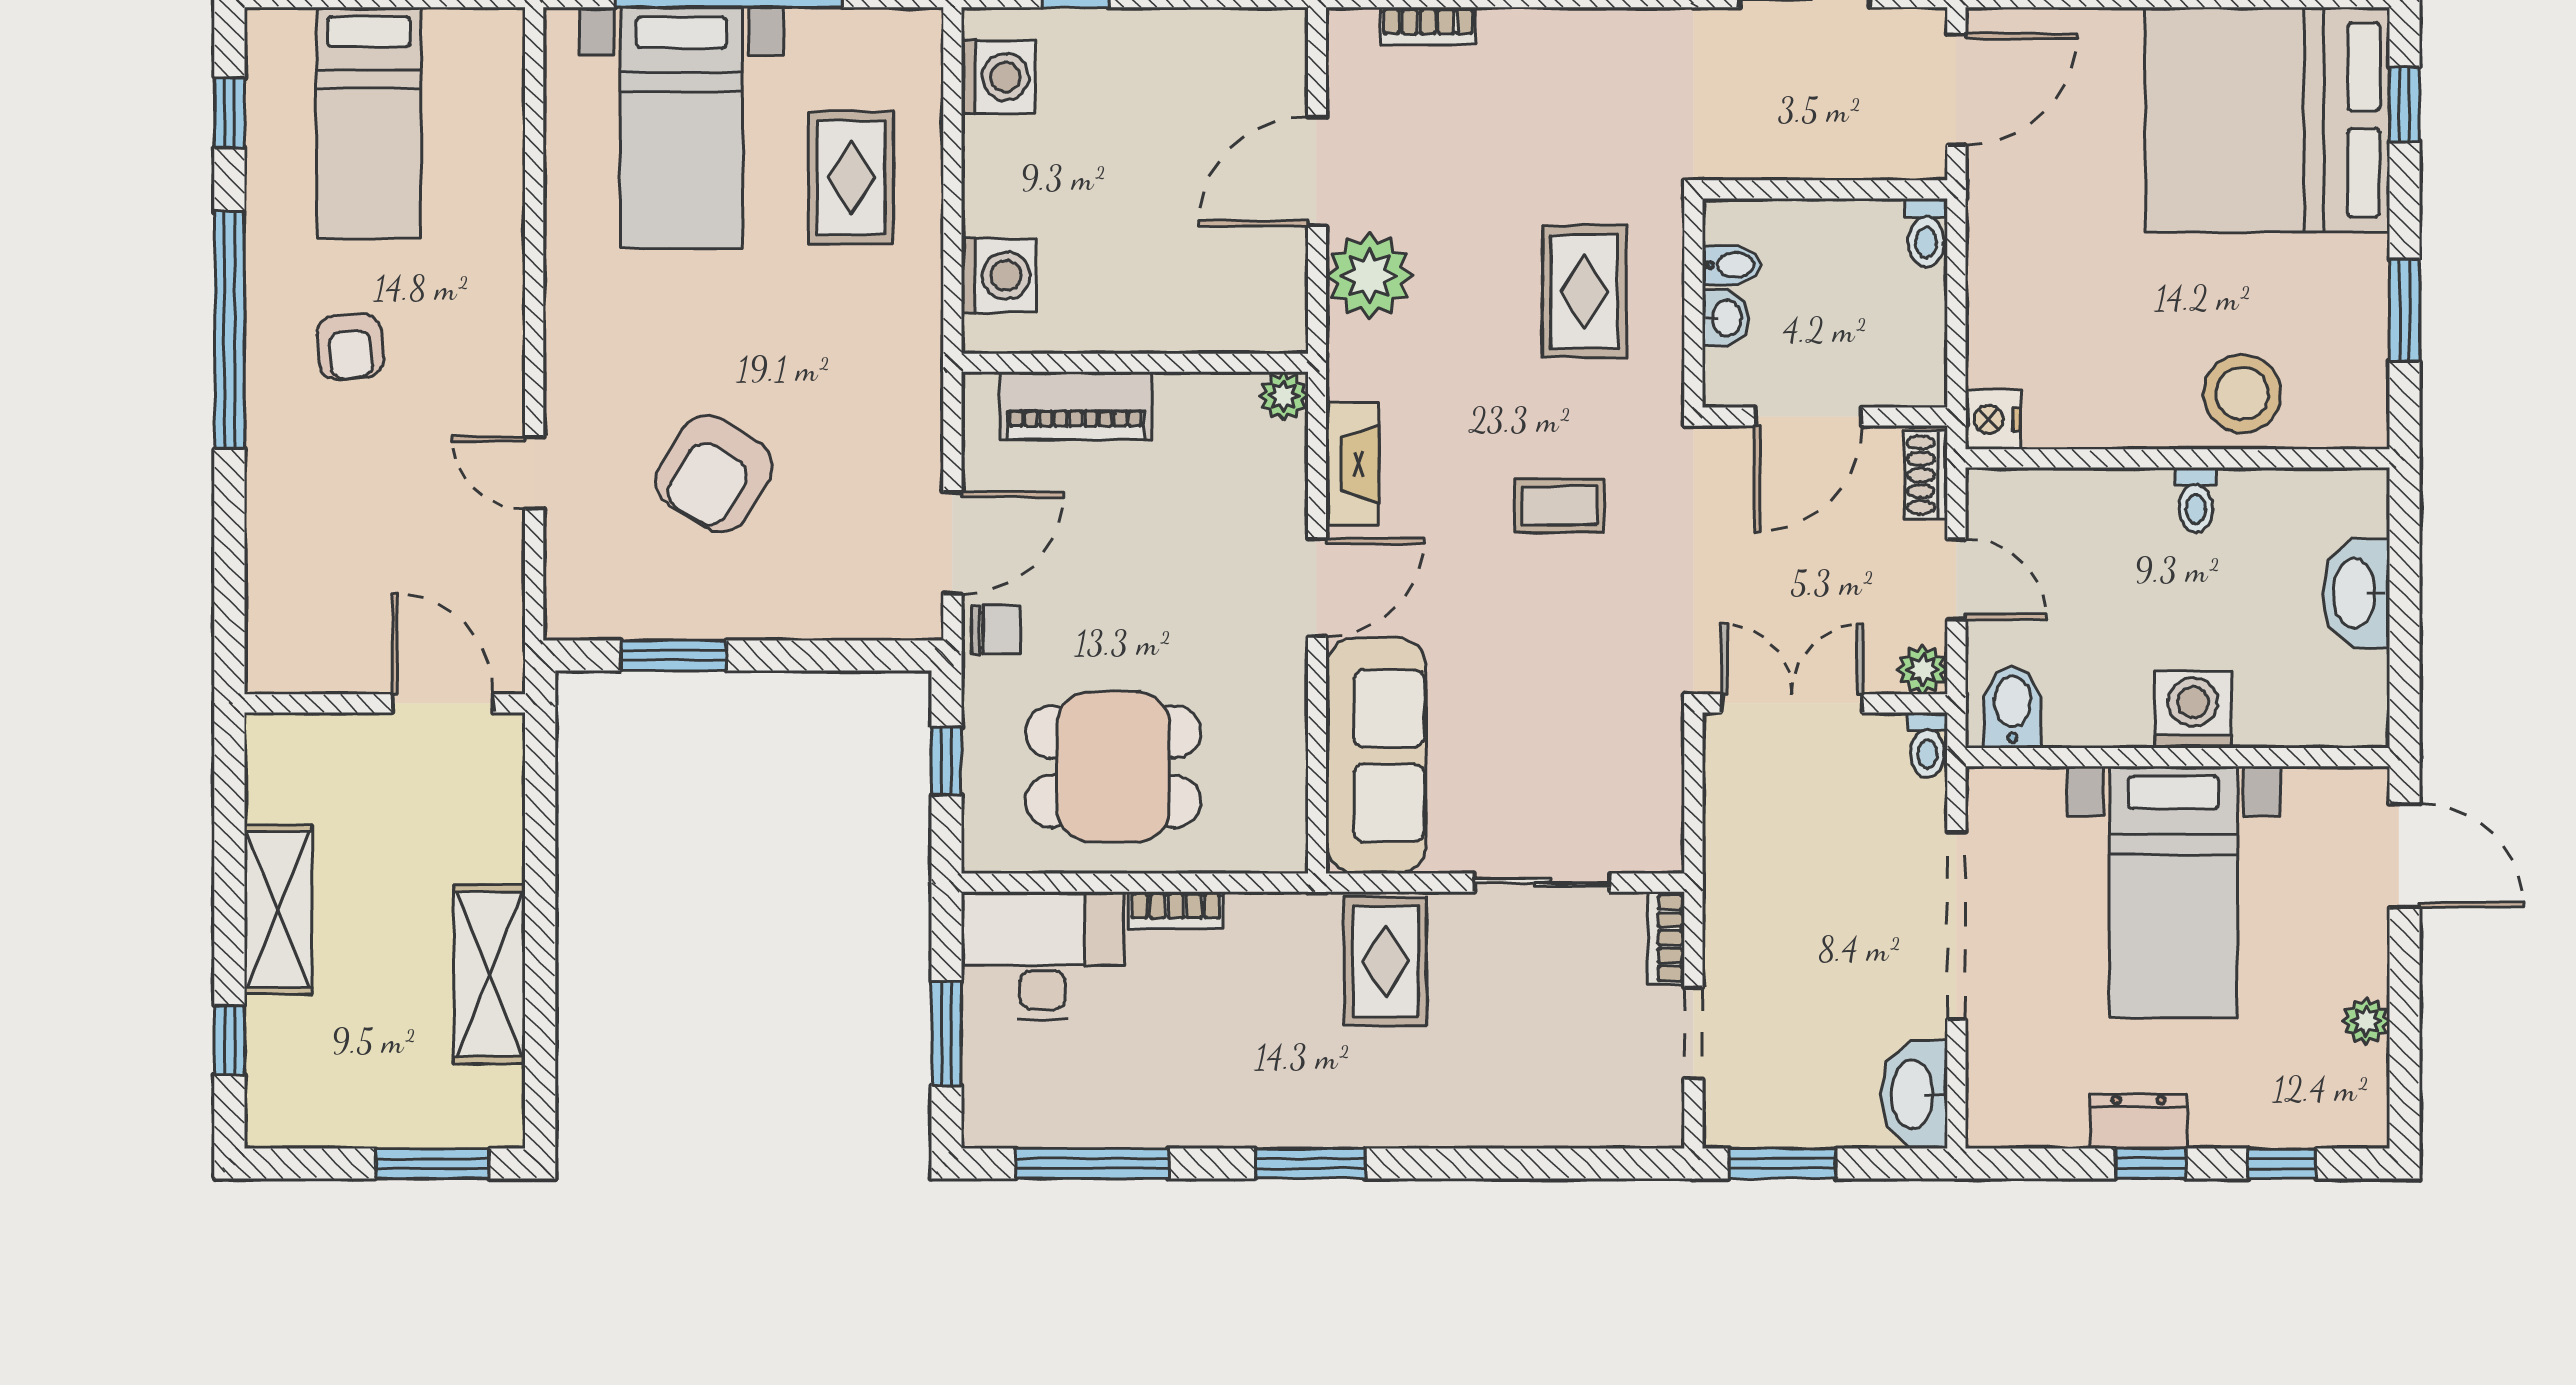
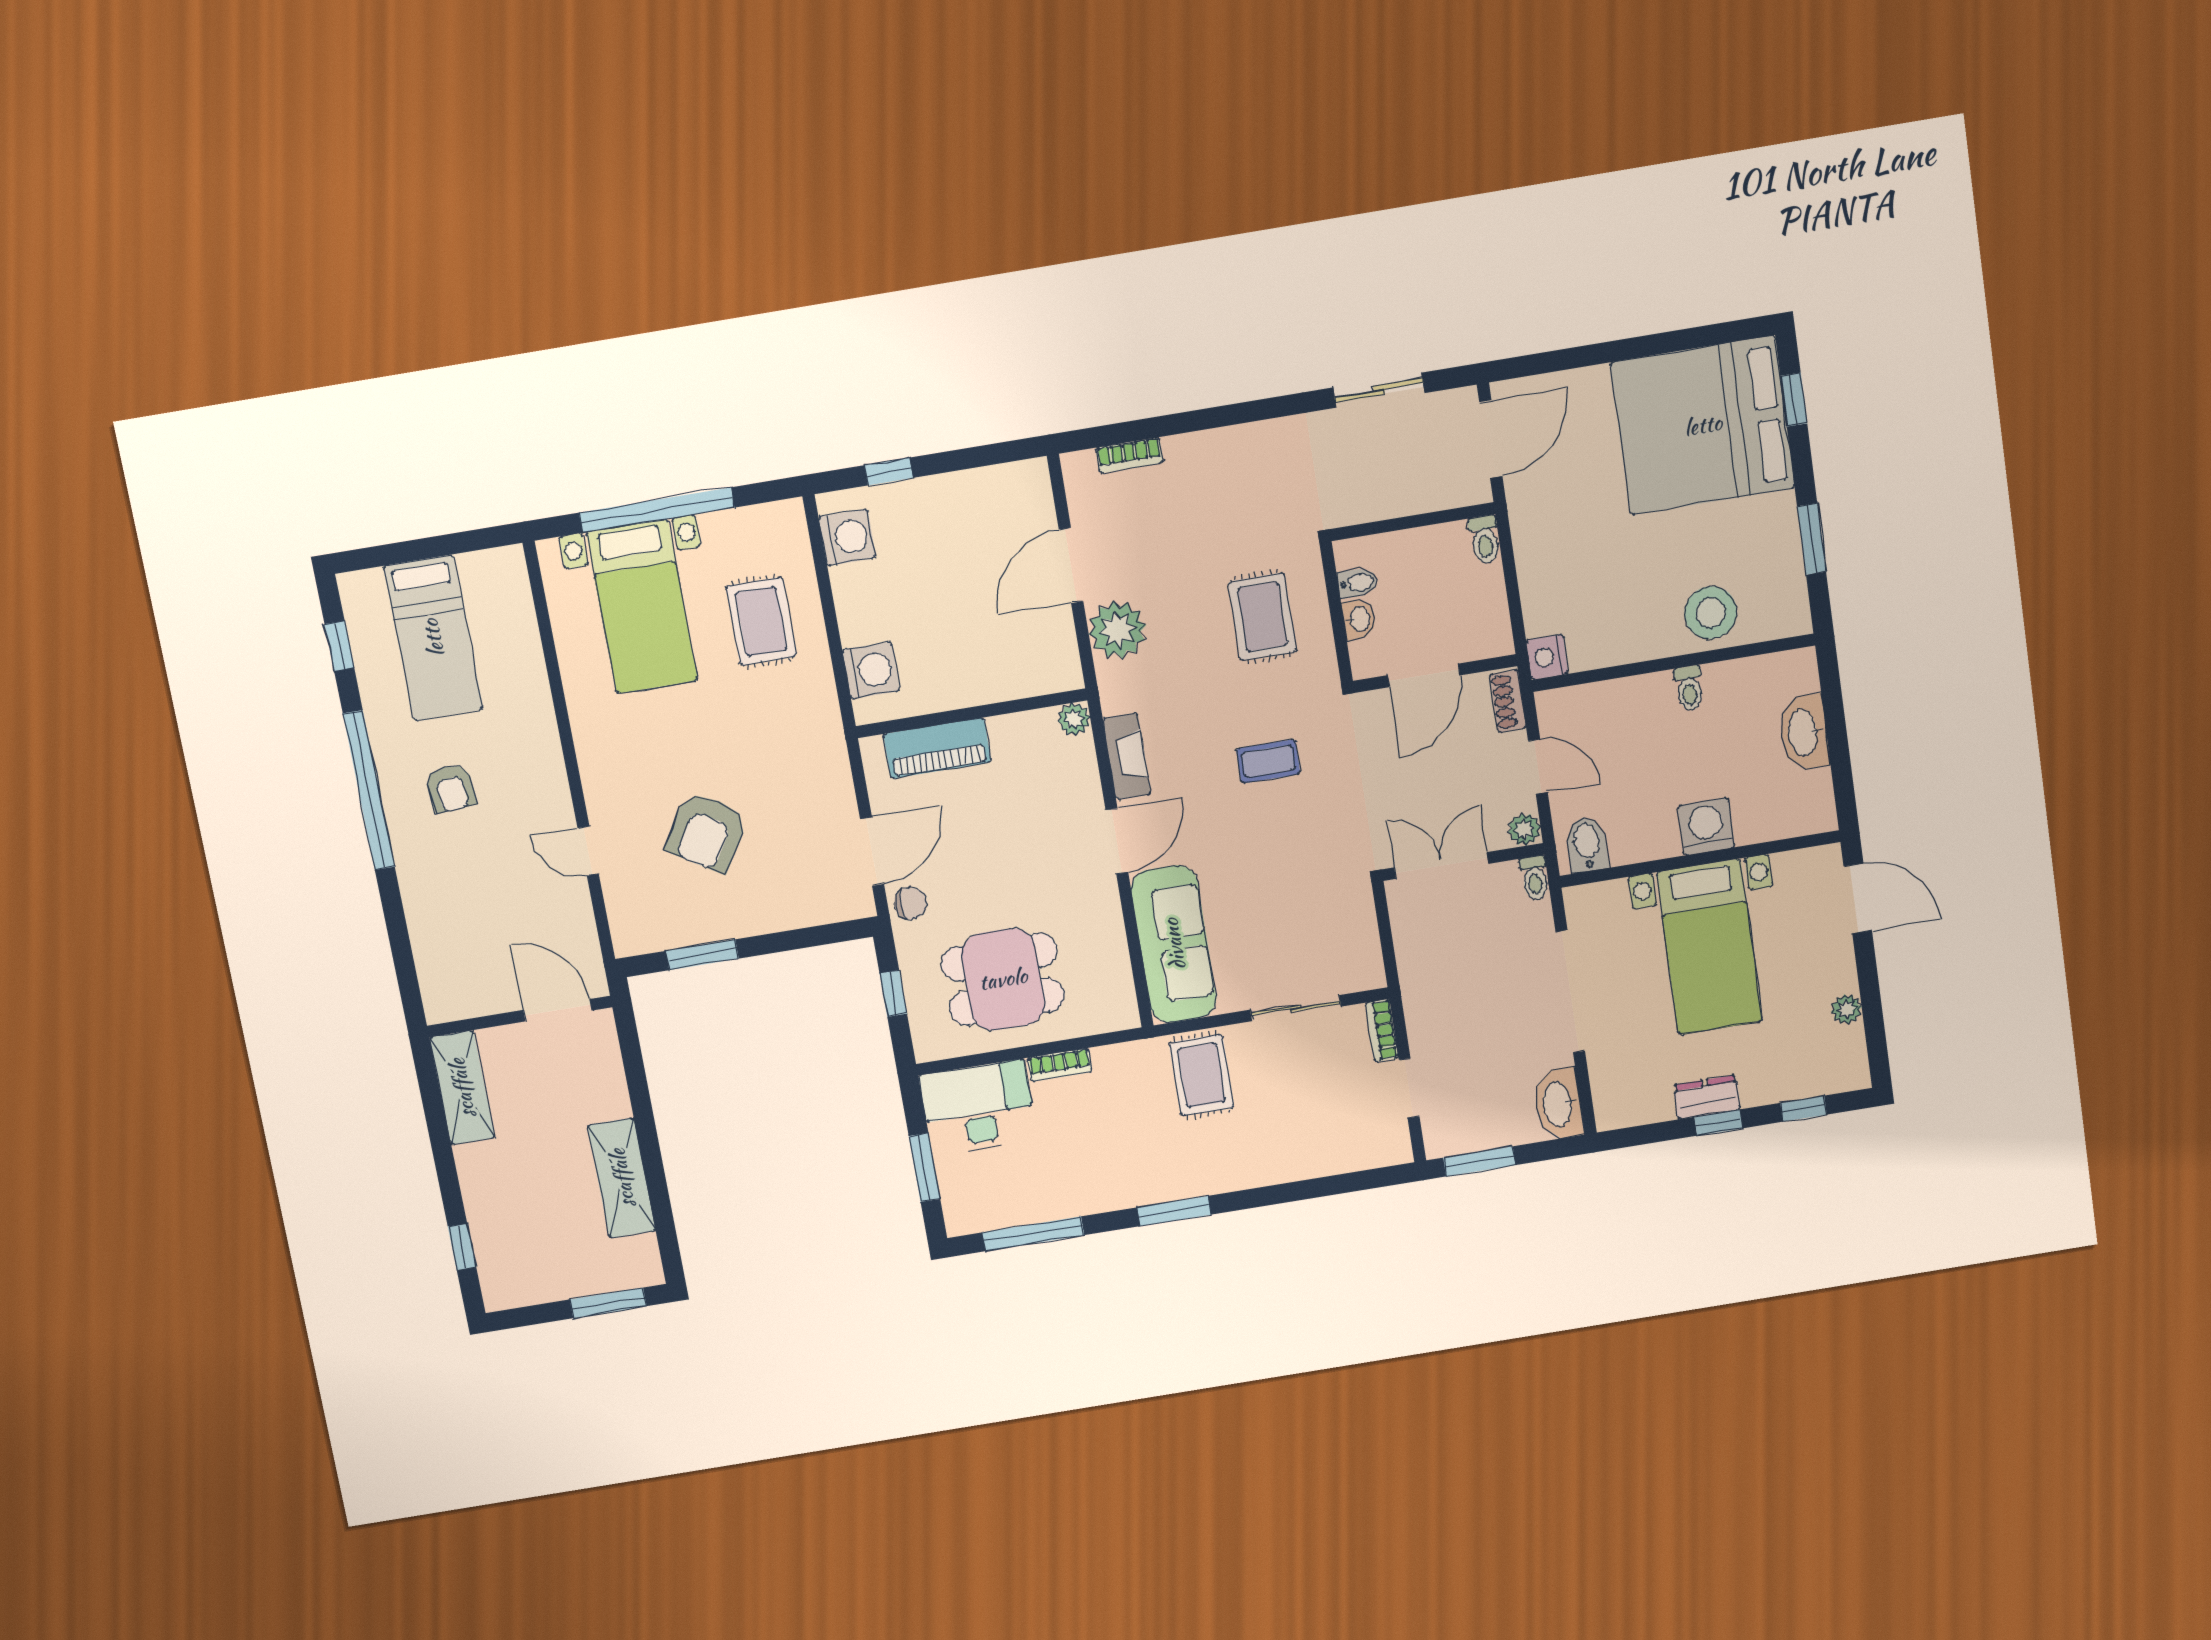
shelving: (278, 910) -> (462, 1088), moved

